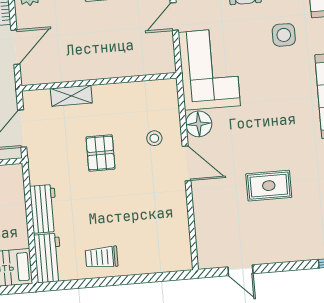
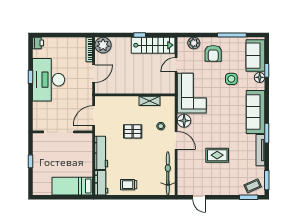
shelving: (71, 96) -> (150, 101), moved
pallet: (100, 153) -> (133, 131), turned 90
workbench: (44, 209) -> (101, 153), width x1.38
bicycle: (176, 229) -> (168, 173), added

